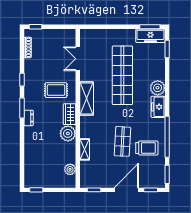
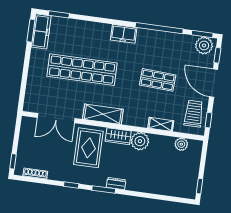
double door: (78, 59) -> (56, 118), width x1.37
plant: (158, 88) -> (204, 45), moved
rug: (56, 90) -> (88, 148), width x1.36, depth x1.43
trolley: (147, 148) -> (194, 114), moved

